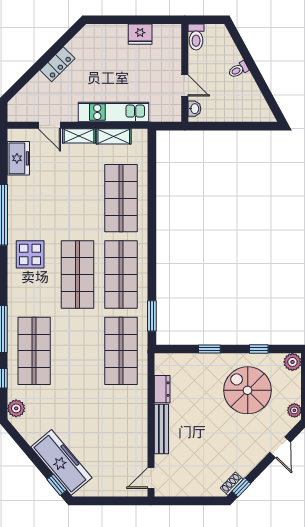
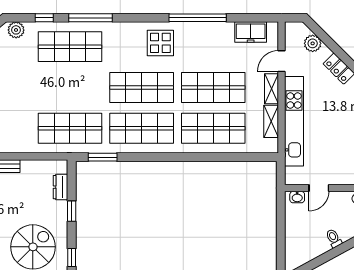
plant: (31, 92) -> (313, 43), added
kitchen unit: (113, 112) -> (294, 121), width x1.36
shop shelf: (78, 198) -> (213, 87), added
dresser: (162, 389) -> (61, 187), moved, turned 90

